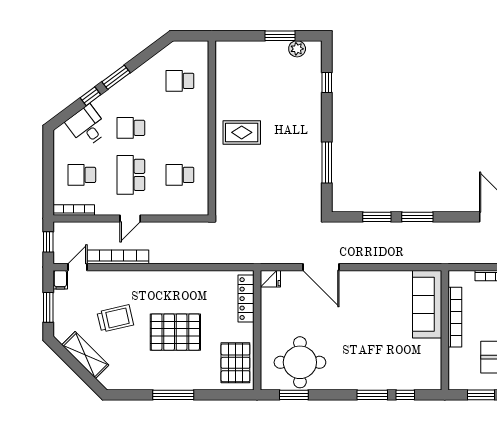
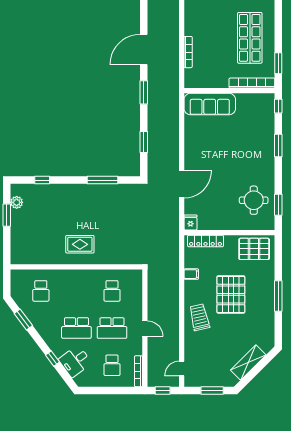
window: (116, 77) -> (23, 319), moved
school desk: (131, 128) -> (76, 328), width x1.85
rug: (242, 132) -> (80, 244), turned 90
window: (417, 217) -> (144, 92), moved
bookcase: (118, 257) -> (174, 338), removed
door: (77, 267) -> (182, 368), hinge flipped
filing cabinet: (60, 280) -> (191, 274), moved
bookcase: (455, 317) -> (252, 83), moved
trolley: (115, 318) -> (199, 317), moved
round table: (300, 362) -> (254, 200), width x0.73, depth x0.73
window: (405, 395) -> (278, 106), moved

